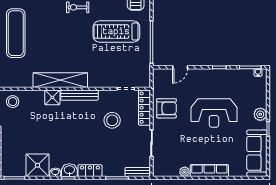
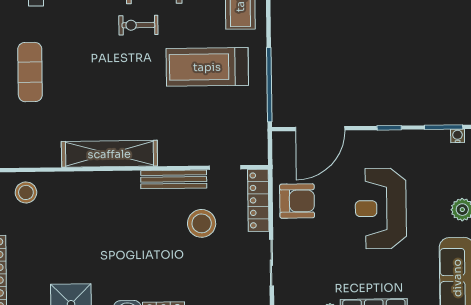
exercise mat: (16, 33) -> (30, 72), width x0.73, depth x0.69
door: (180, 67) -> (320, 129), width x1.87
bench: (79, 95) -> (174, 179), moved
shower: (52, 97) -> (96, 184), removed
reception desk: (214, 113) -> (381, 208), turned 90

